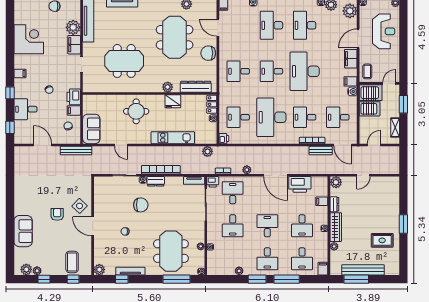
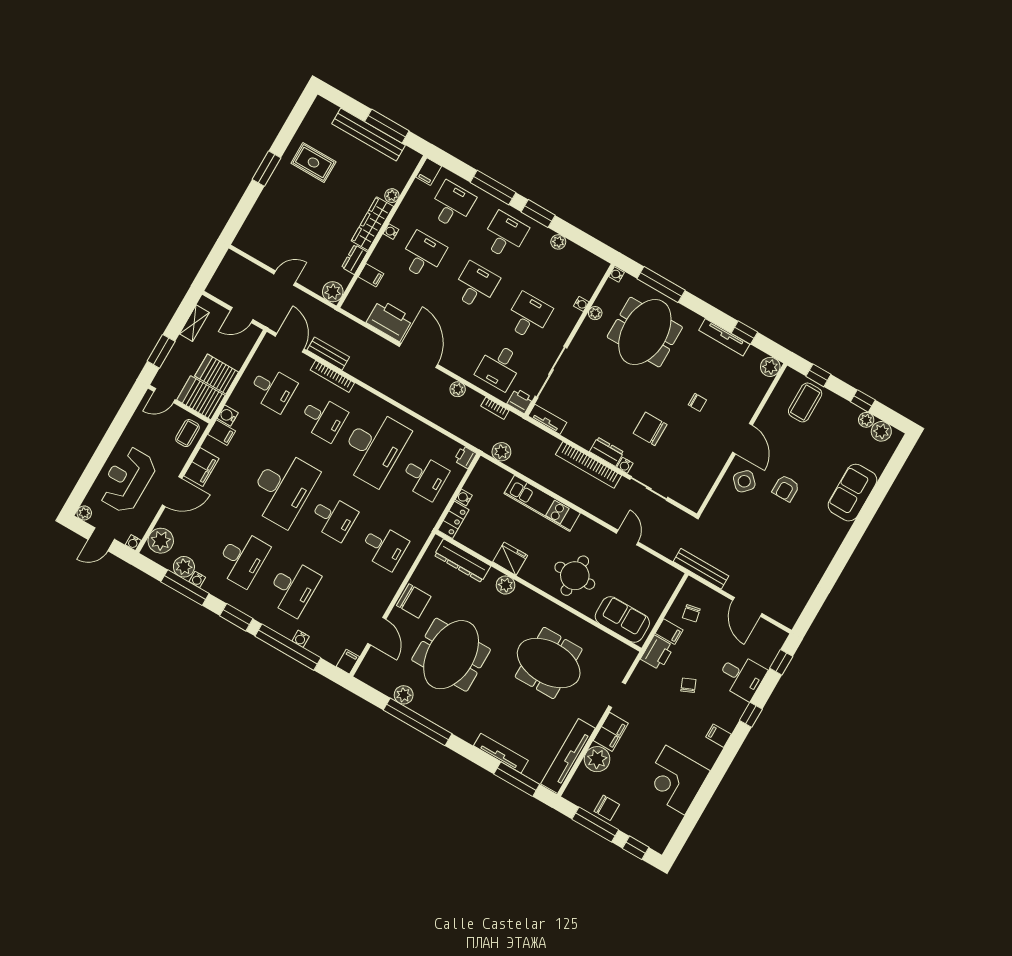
sofa: (91, 129) -> (622, 619), moved, turned 90
desk: (267, 226) -> (476, 286), turned 180

